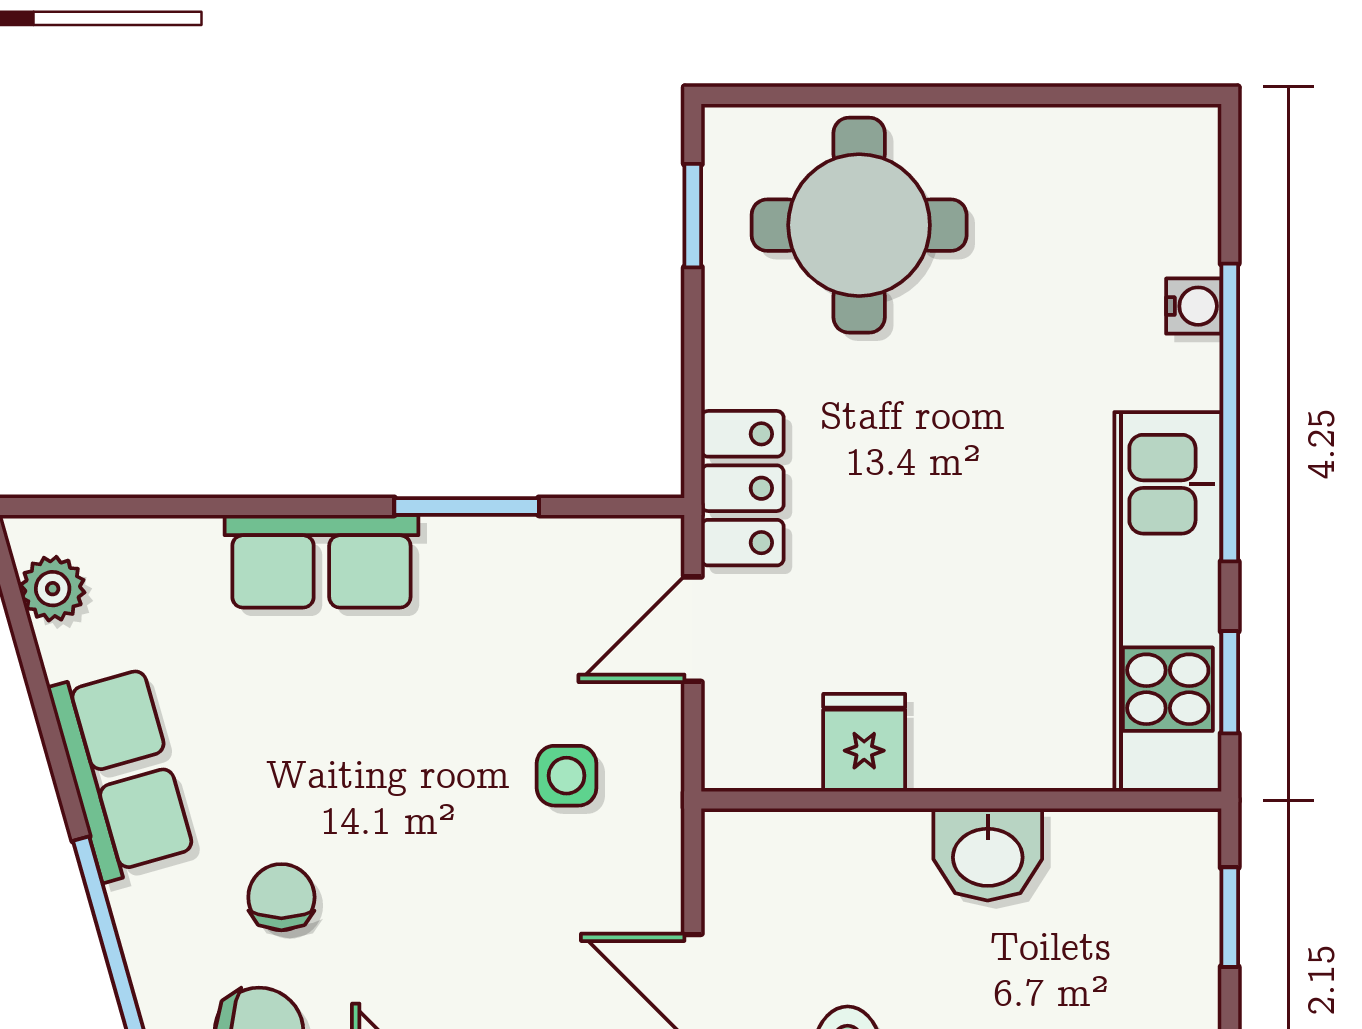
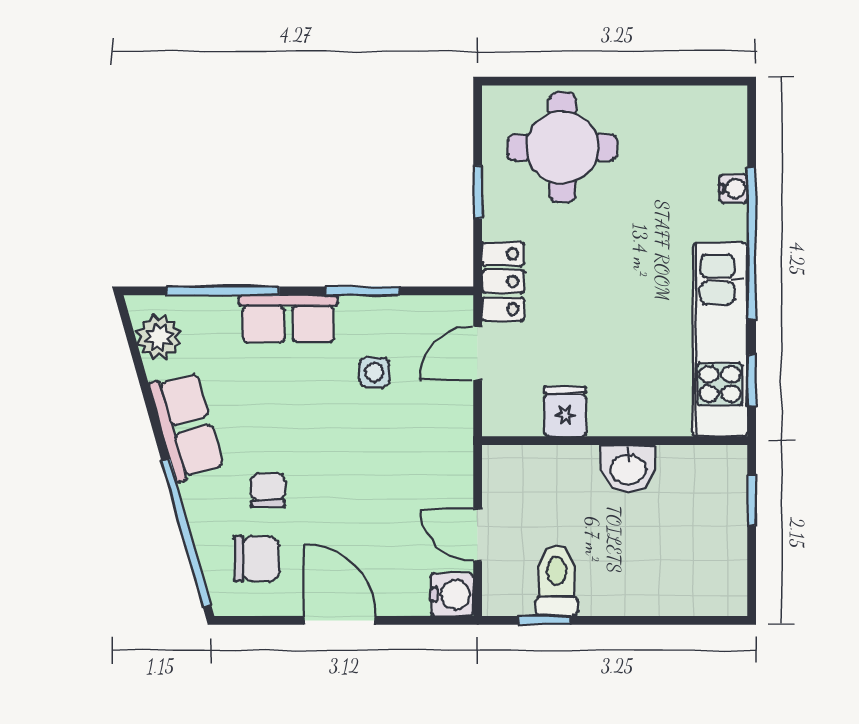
window: (693, 216) -> (478, 192), moved
window: (193, 506) -> (223, 291), added
plant: (53, 589) -> (159, 337), width x1.38, depth x1.38
side table: (567, 776) -> (374, 372), moved

